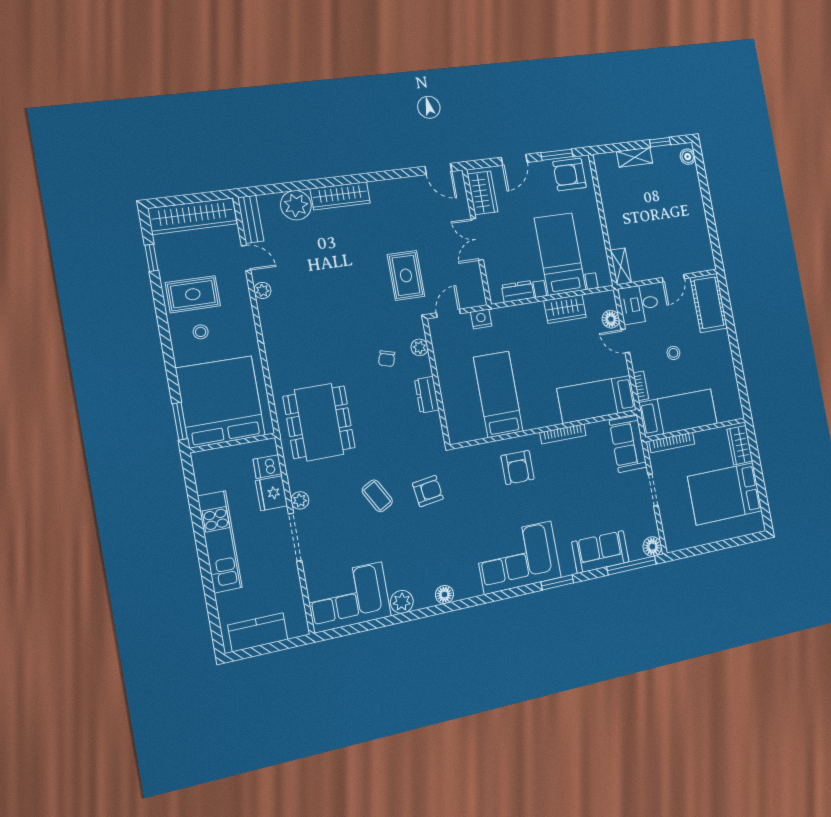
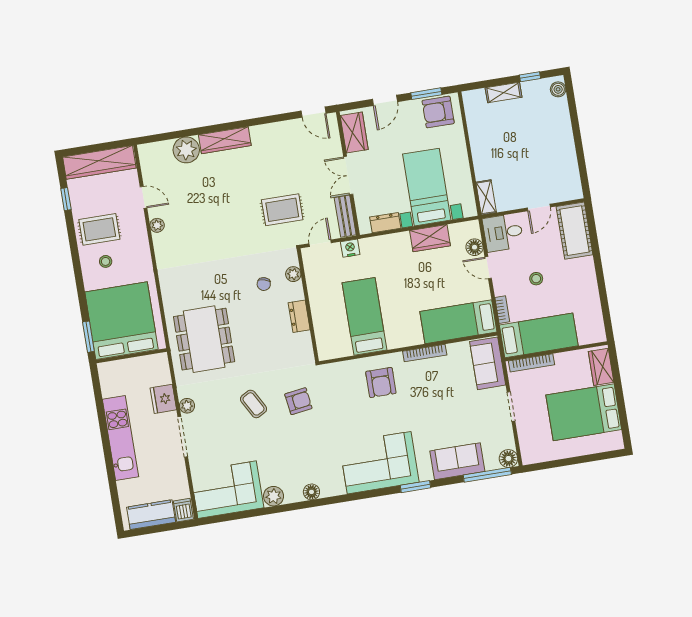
bench: (251, 219) -> (345, 216), moved
rug: (406, 275) -> (282, 210), turned 90
dishwasher: (267, 467) -> (183, 510), moved, turned 90

